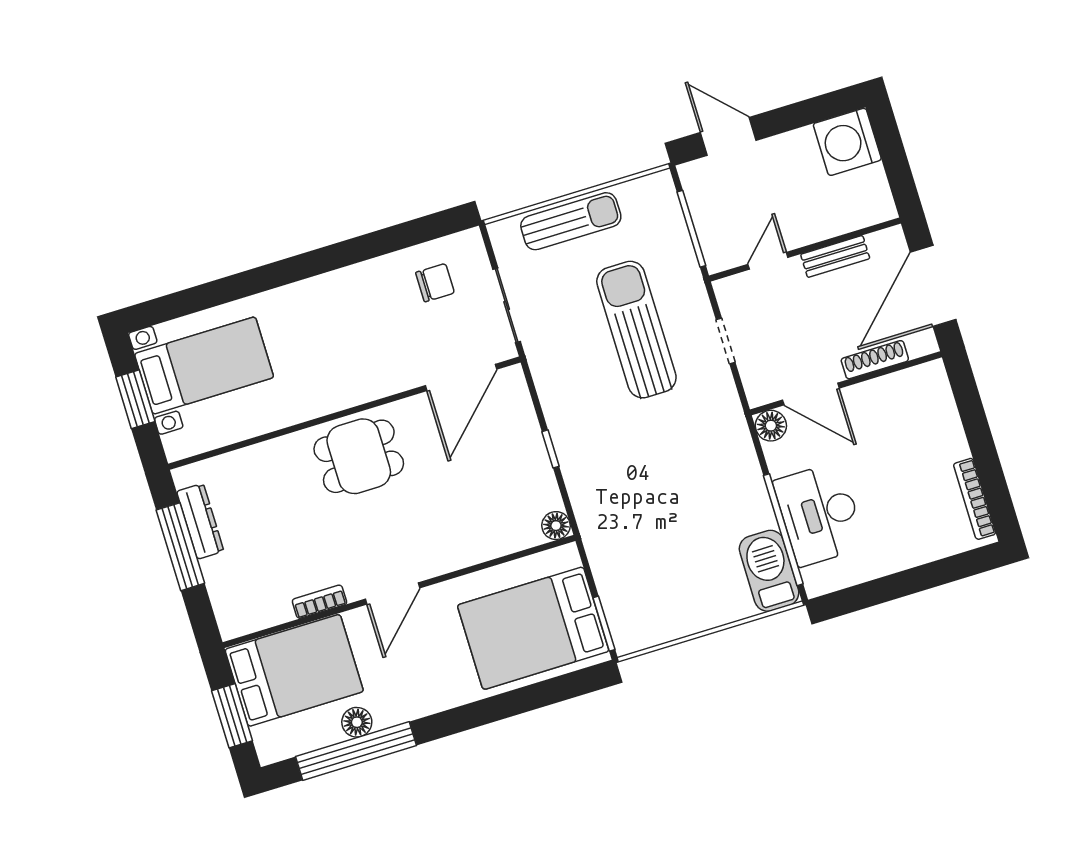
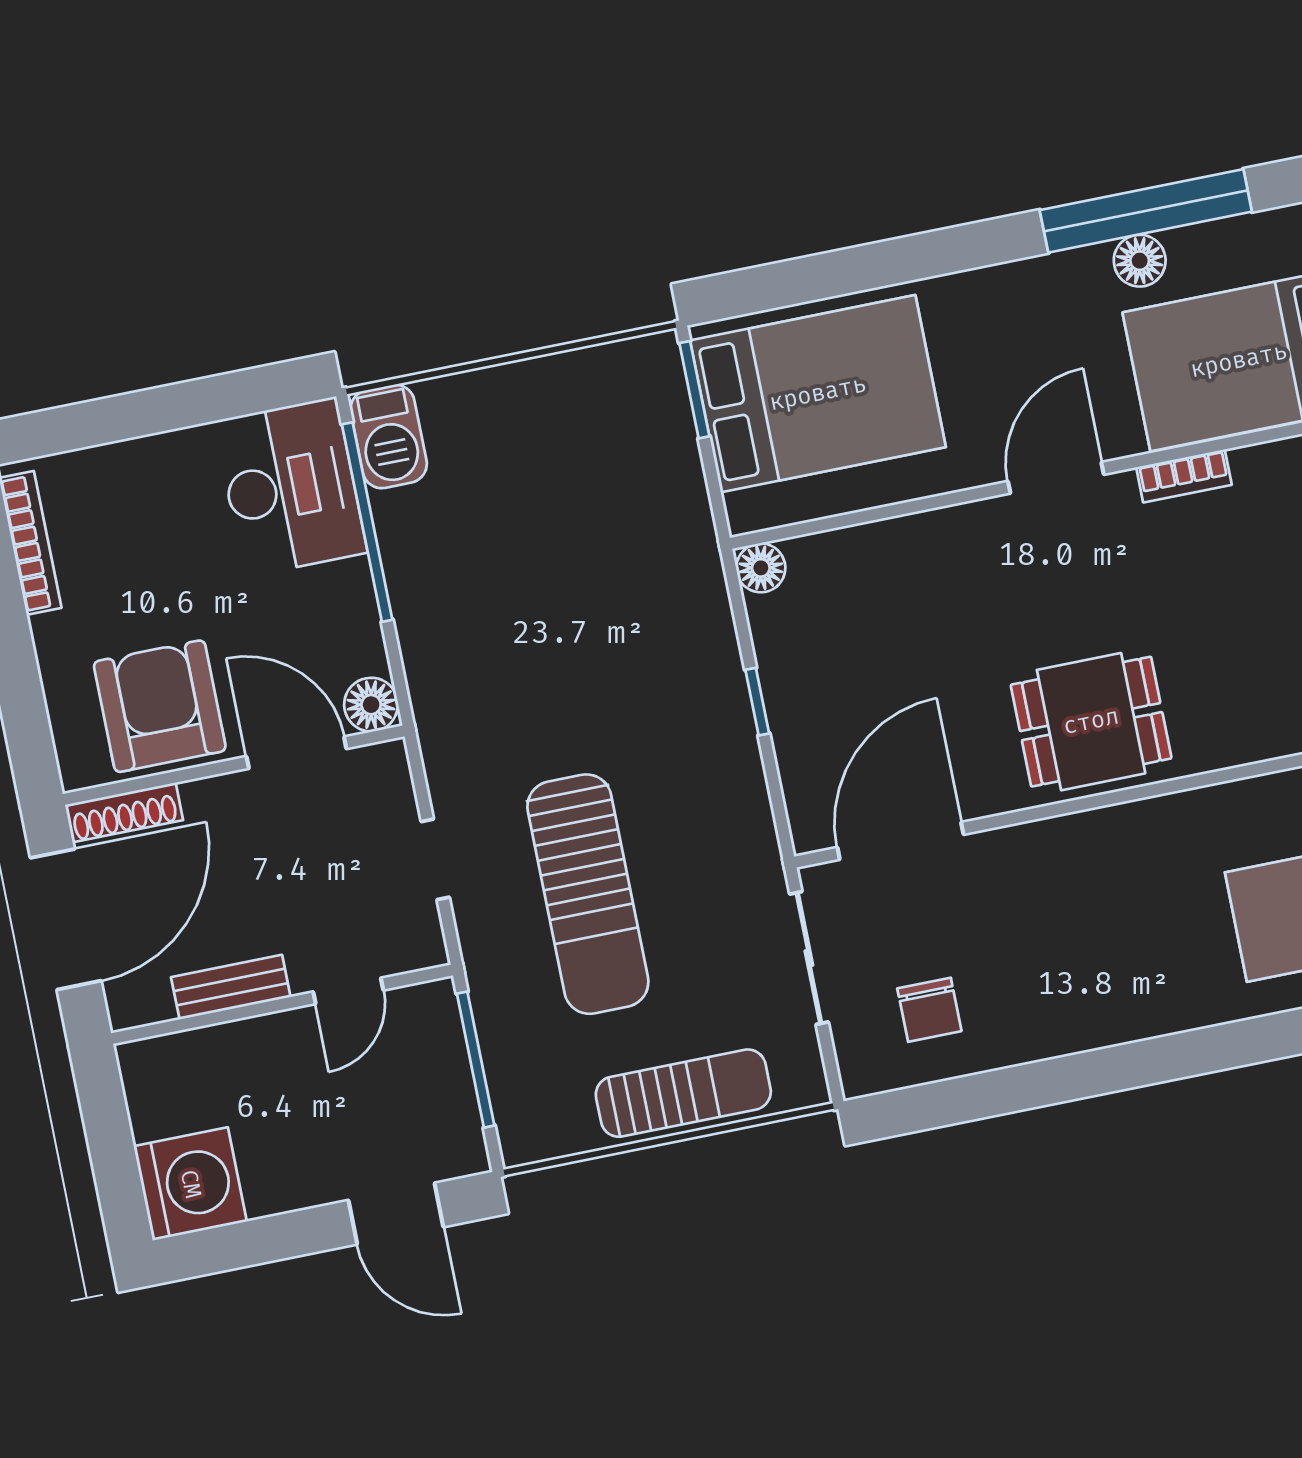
sun lounger: (571, 221) -> (683, 1093), turned 180
chair: (435, 283) -> (929, 1010), turned -90
shoe rack: (875, 360) -> (124, 812), moved
armchair: (891, 413) -> (160, 706), added
desk: (819, 514) -> (291, 487), moved
barbecue: (769, 571) -> (389, 436), width x0.73, depth x0.83

